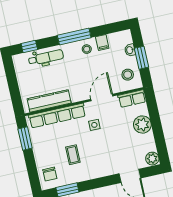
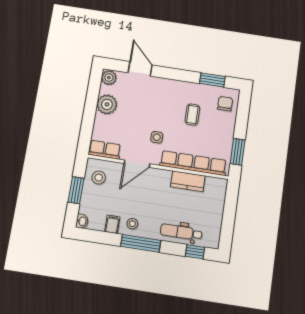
washbasin: (130, 50) -> (82, 221), moved
kitchen counter: (49, 101) -> (188, 181), width x0.67
plant: (142, 125) -> (107, 104), moved

